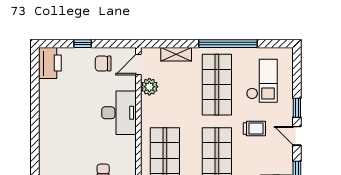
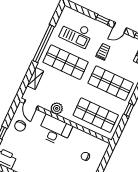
checkout: (262, 81) -> (76, 34), turned 180
plant: (149, 87) -> (57, 108), moved

